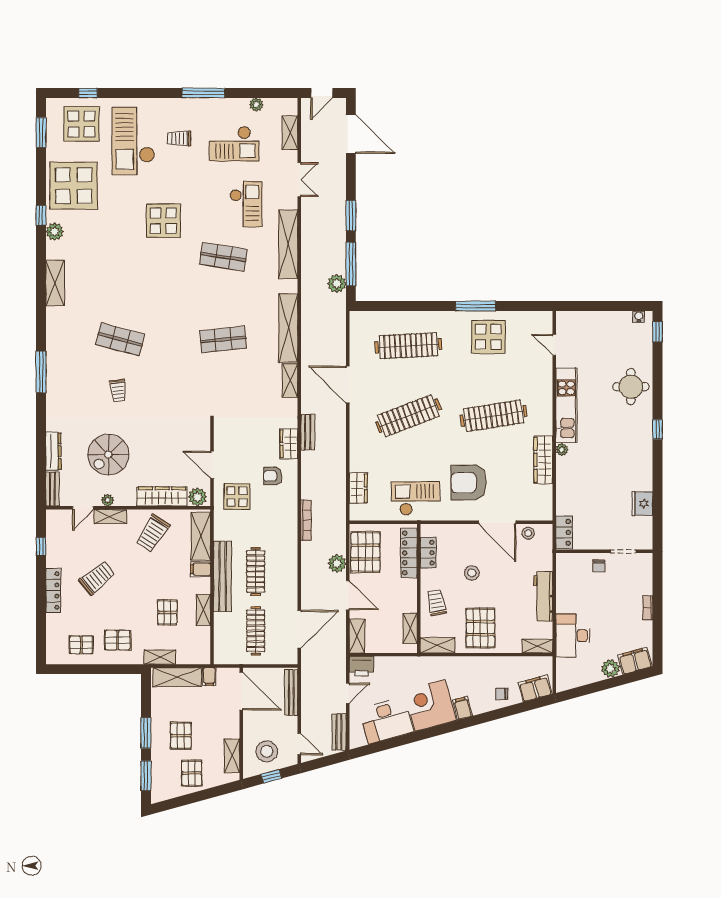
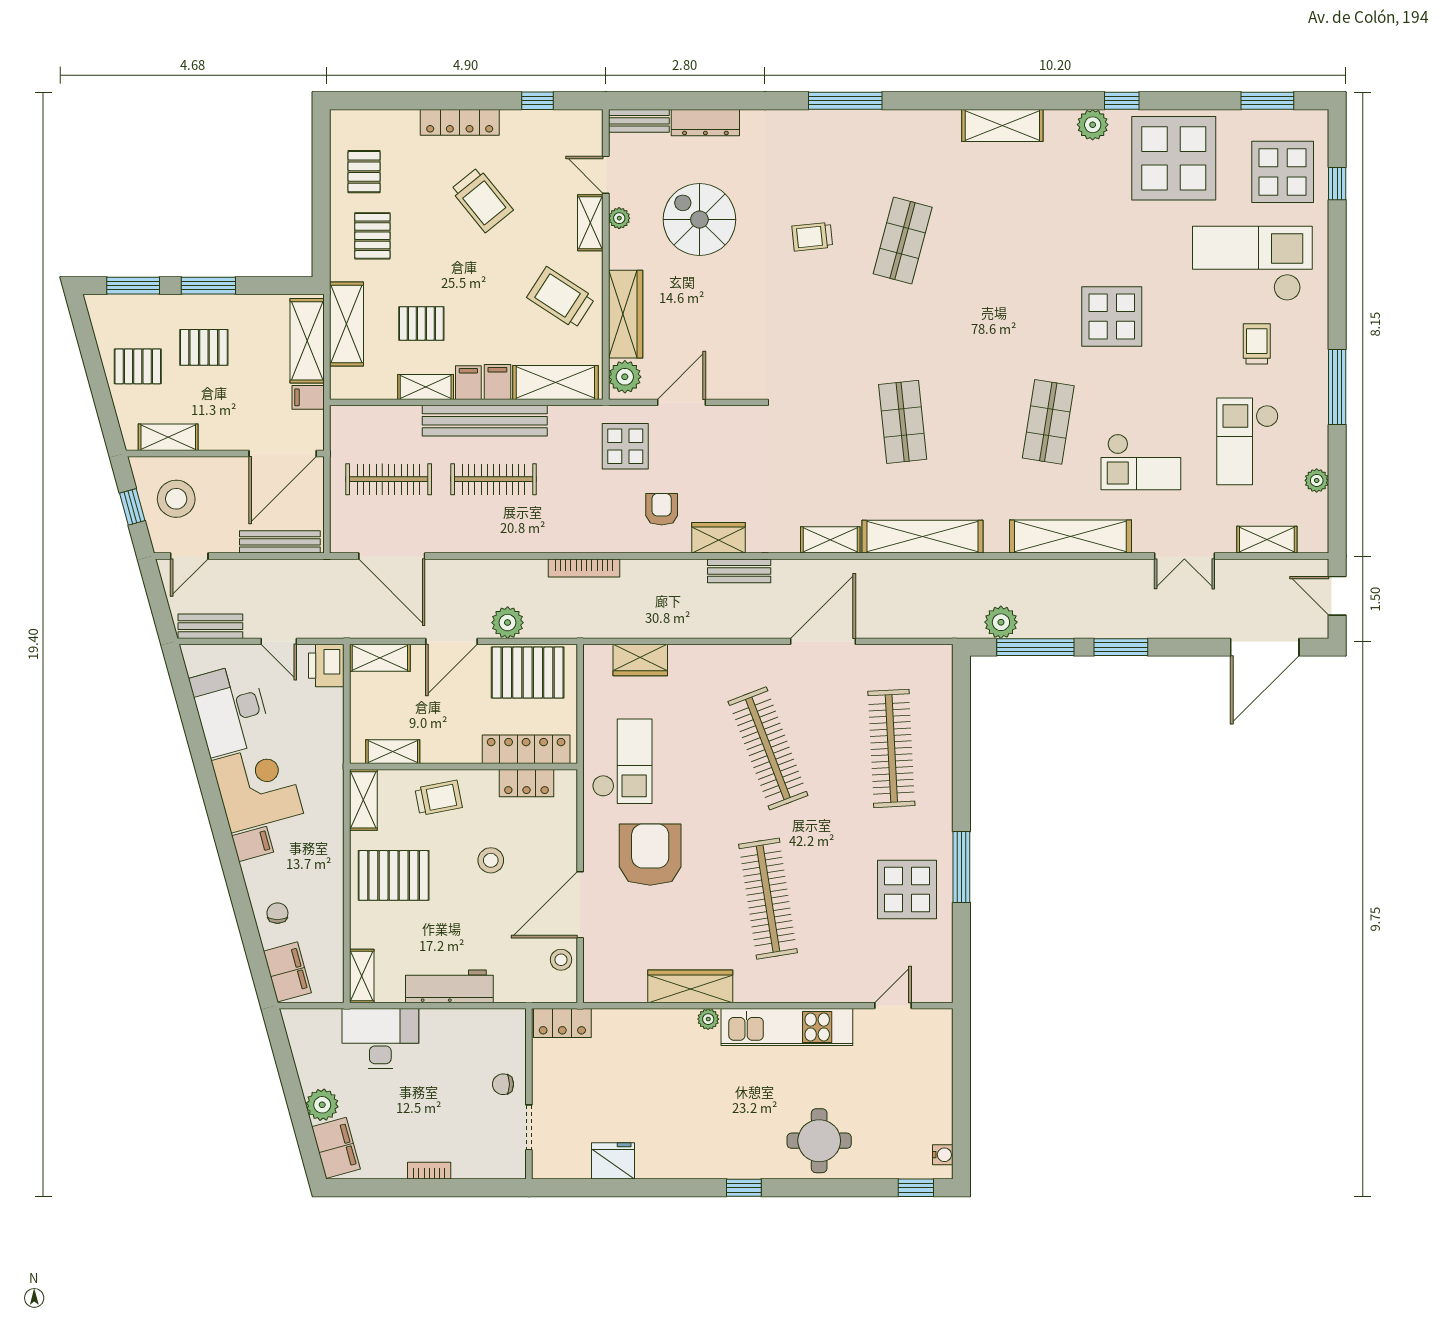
filing cabinet: (201, 586) -> (468, 383), added
shelving: (160, 657) -> (347, 324), width x1.50, depth x1.33

